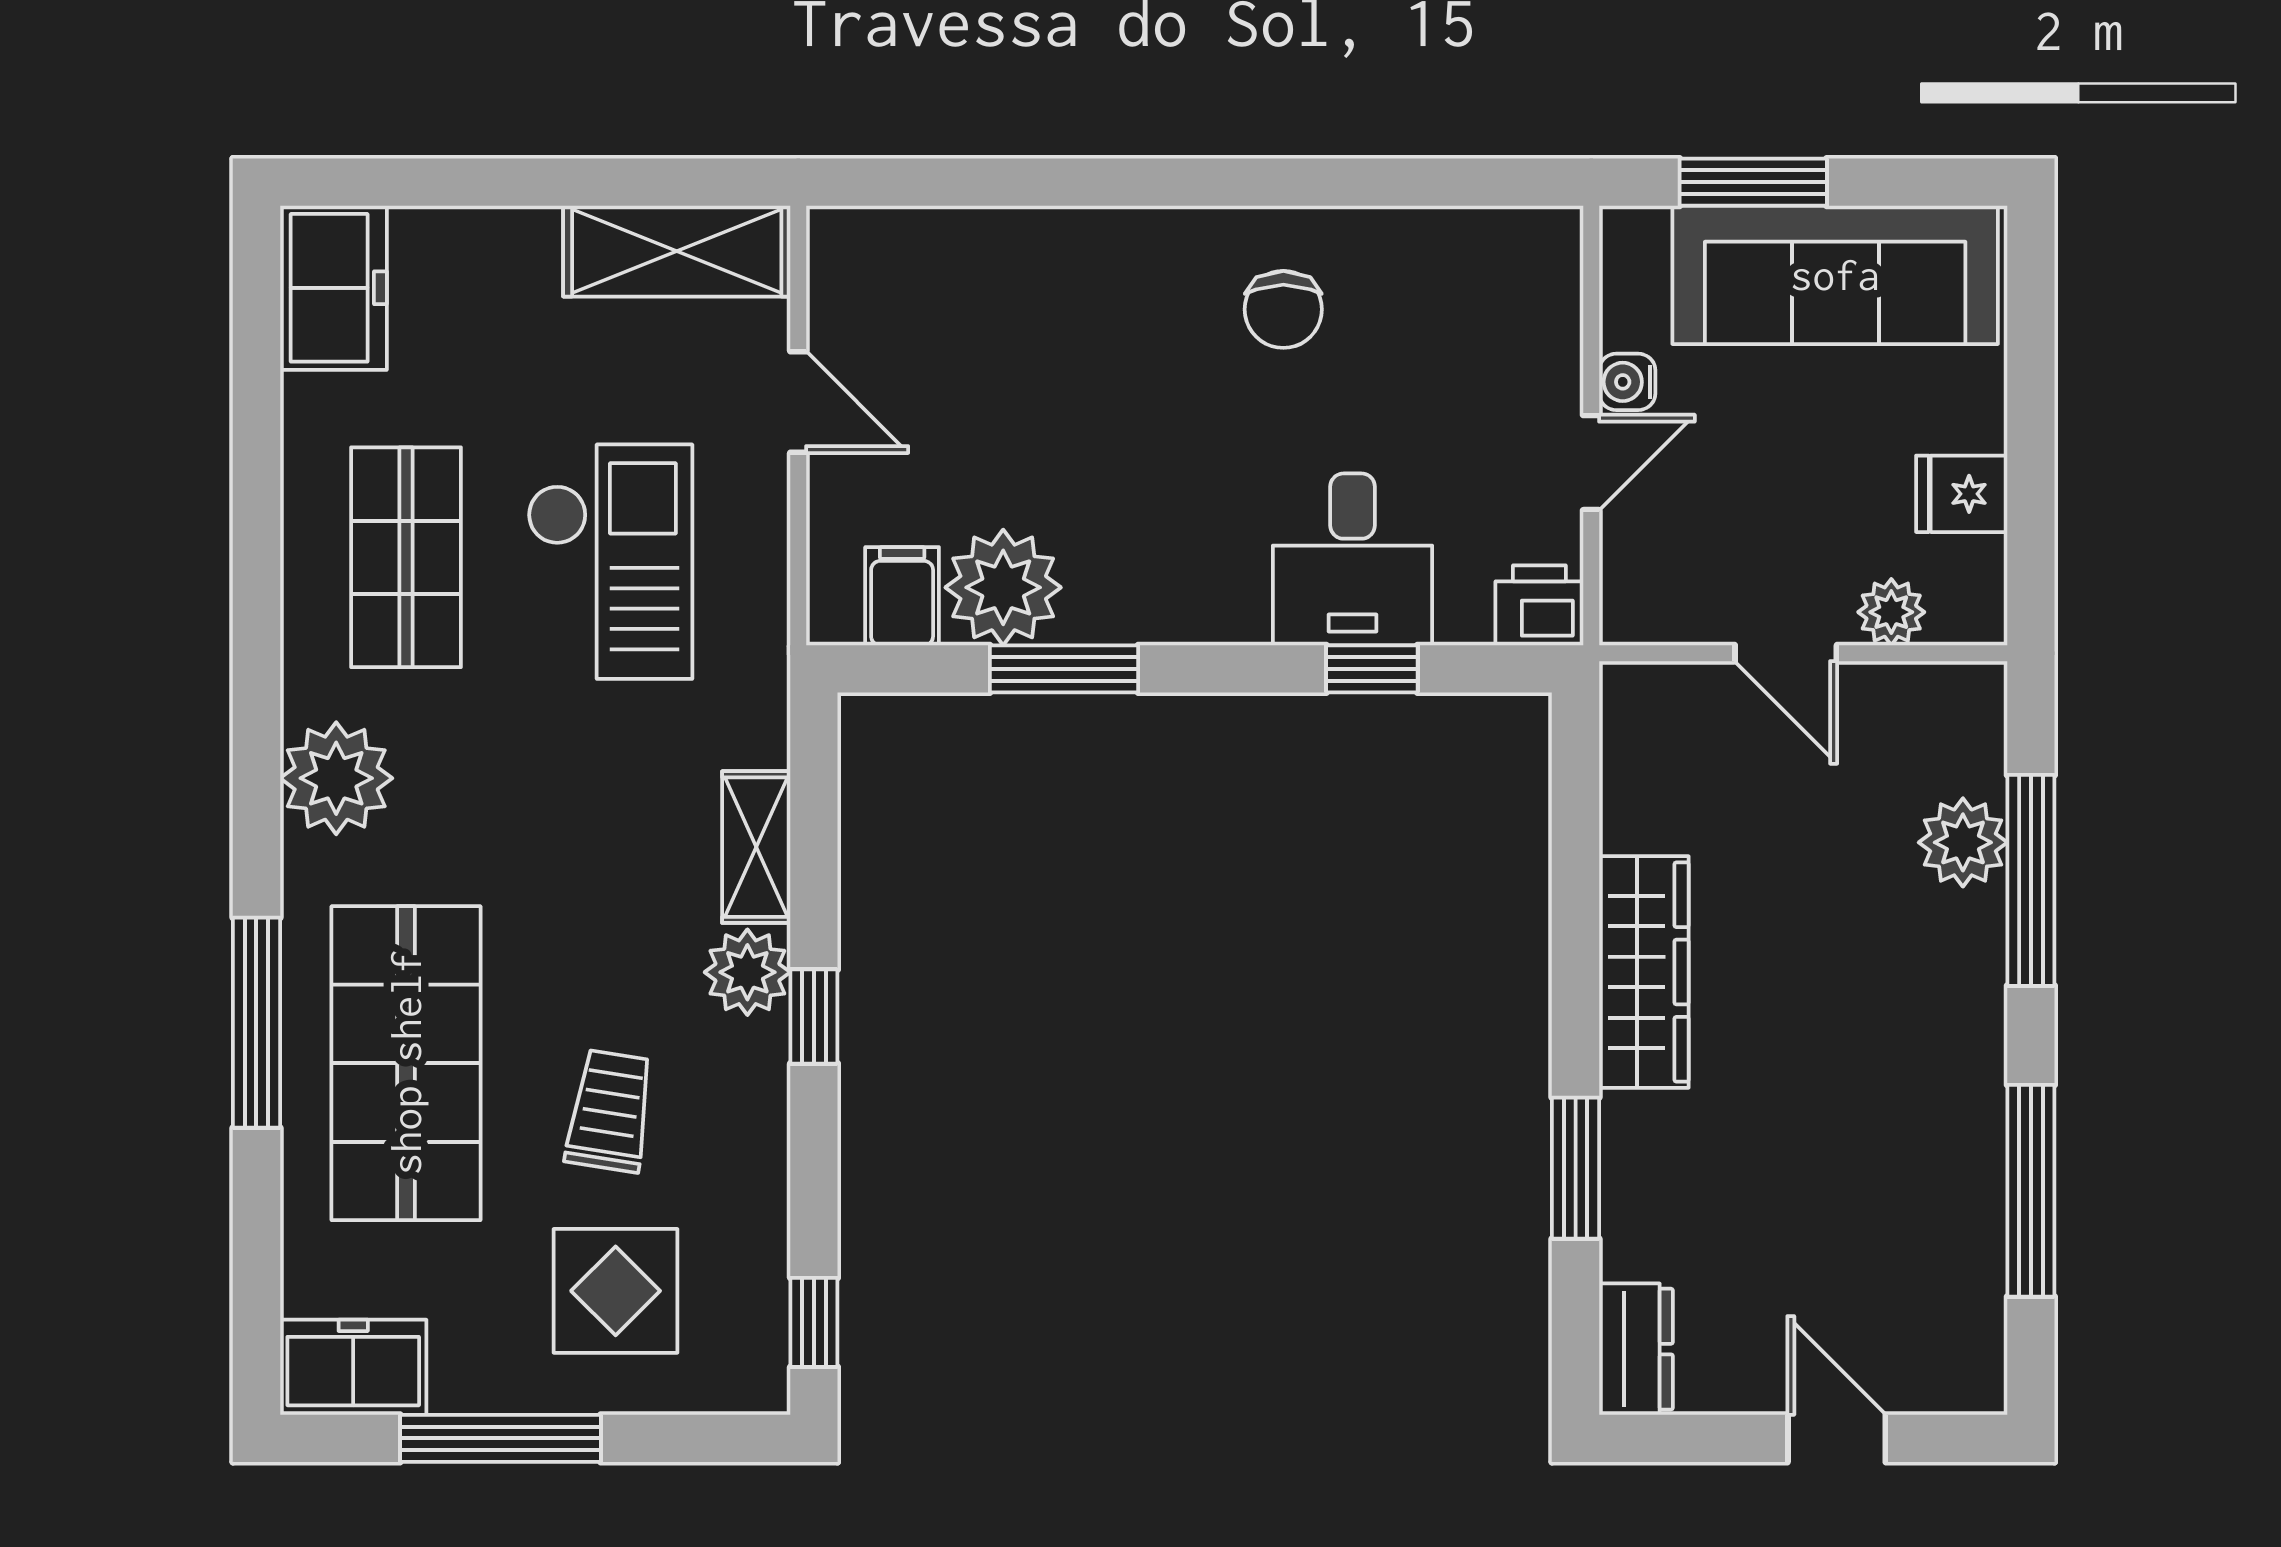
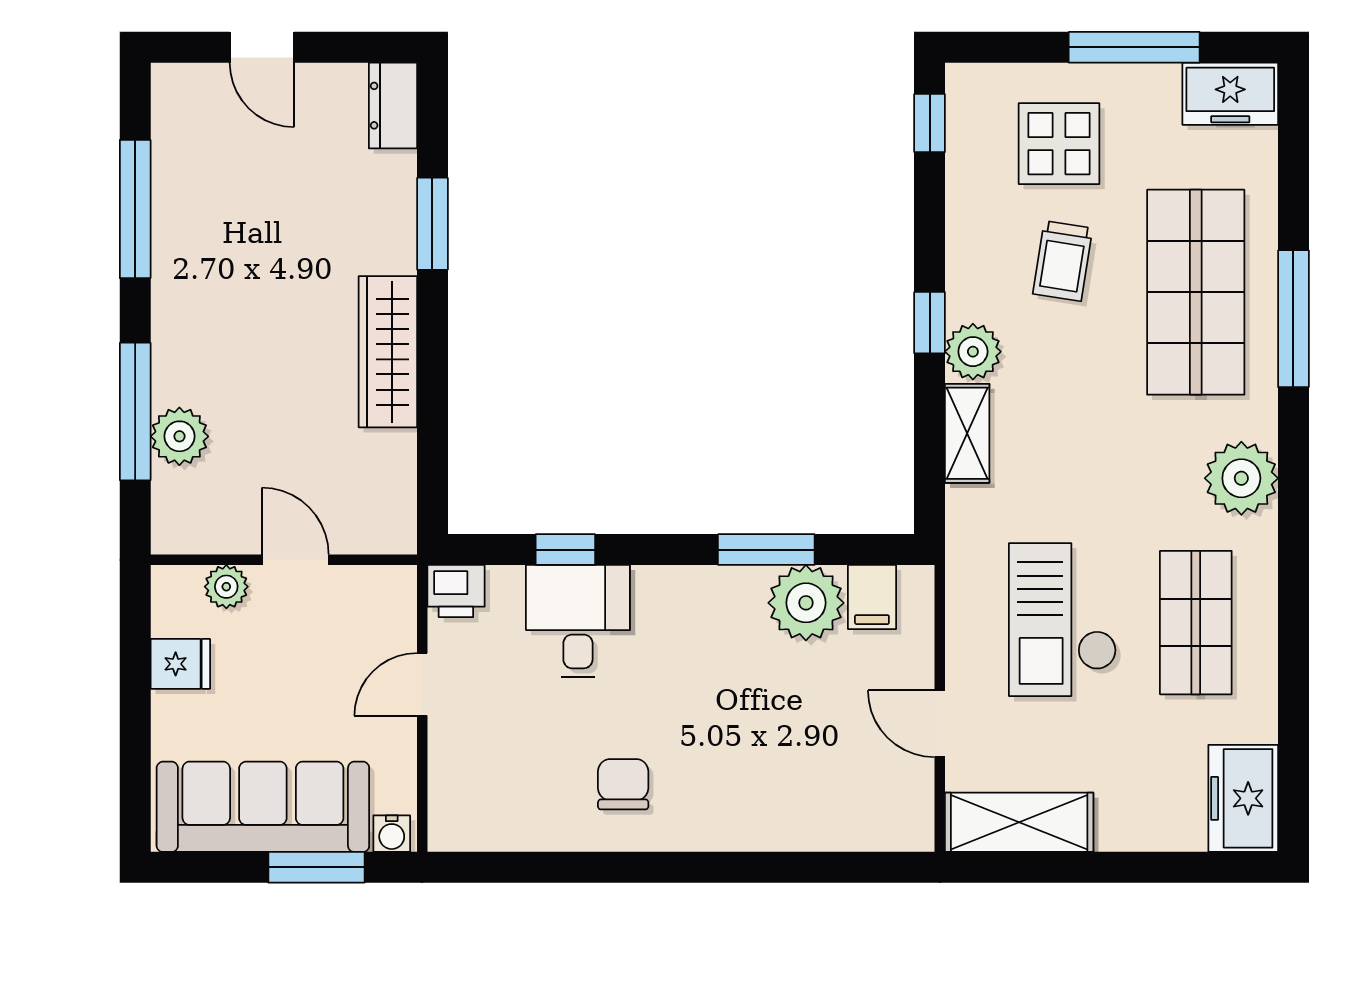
water cooler: (1627, 382) -> (392, 834), moved, turned 90

